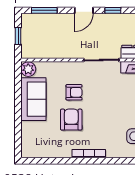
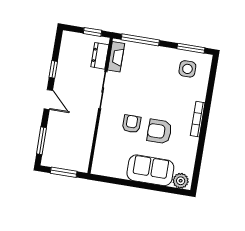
window: (18, 36) -> (64, 172), width x1.50
plant: (28, 69) -> (181, 181), moved
sofa: (33, 99) -> (150, 170), moved

